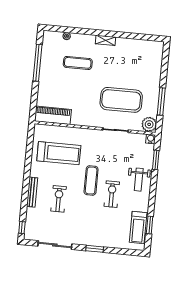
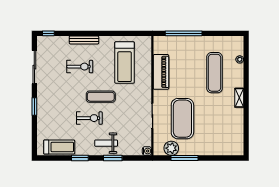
window: (38, 63) -> (184, 33), moved
exercise mat: (78, 63) -> (215, 73), width x1.36, depth x1.45
piano: (53, 115) -> (161, 72), moved
plant: (149, 124) -> (171, 148), moved
window: (156, 160) -> (113, 158), moved
window: (150, 225) -> (80, 158), moved
treadmill: (138, 227) -> (59, 147), turned 180

